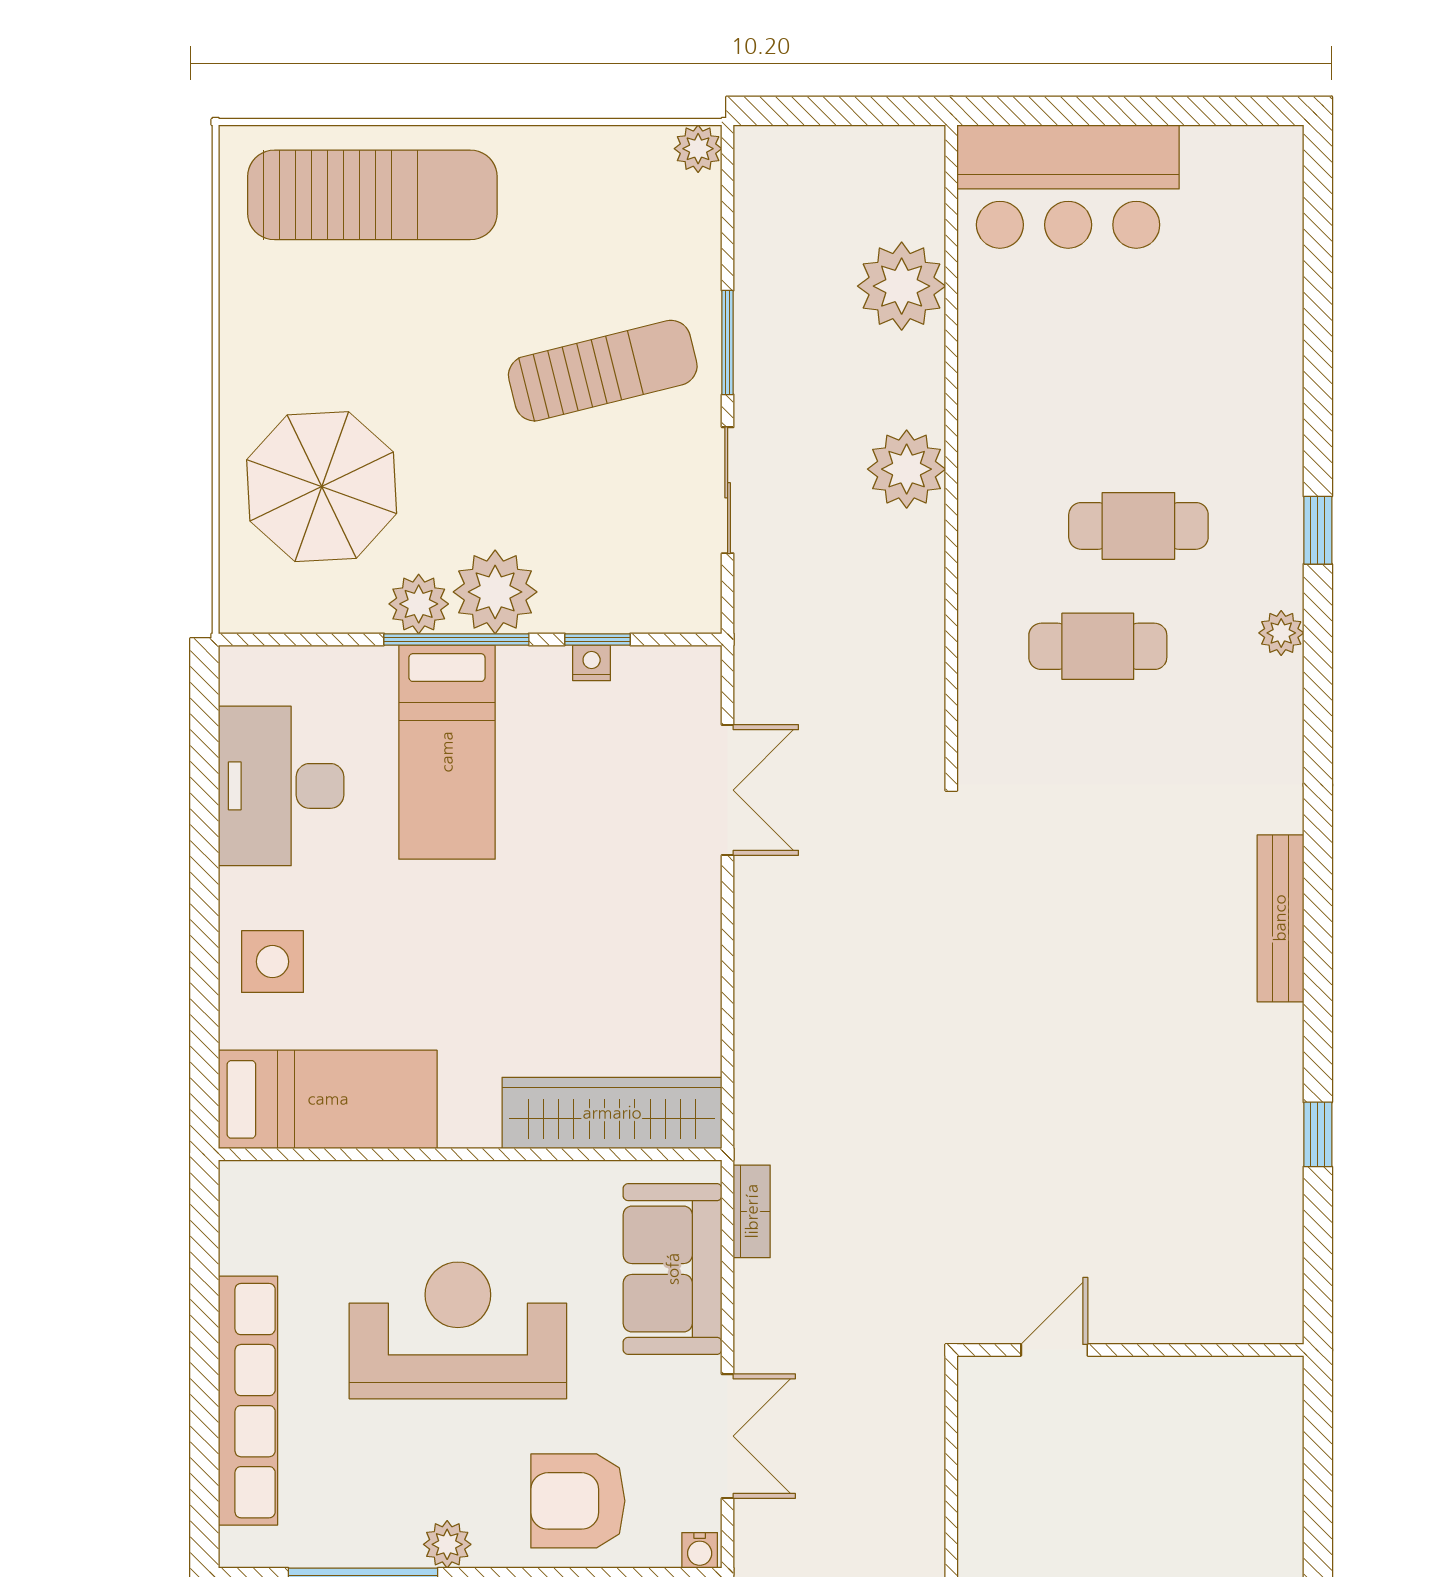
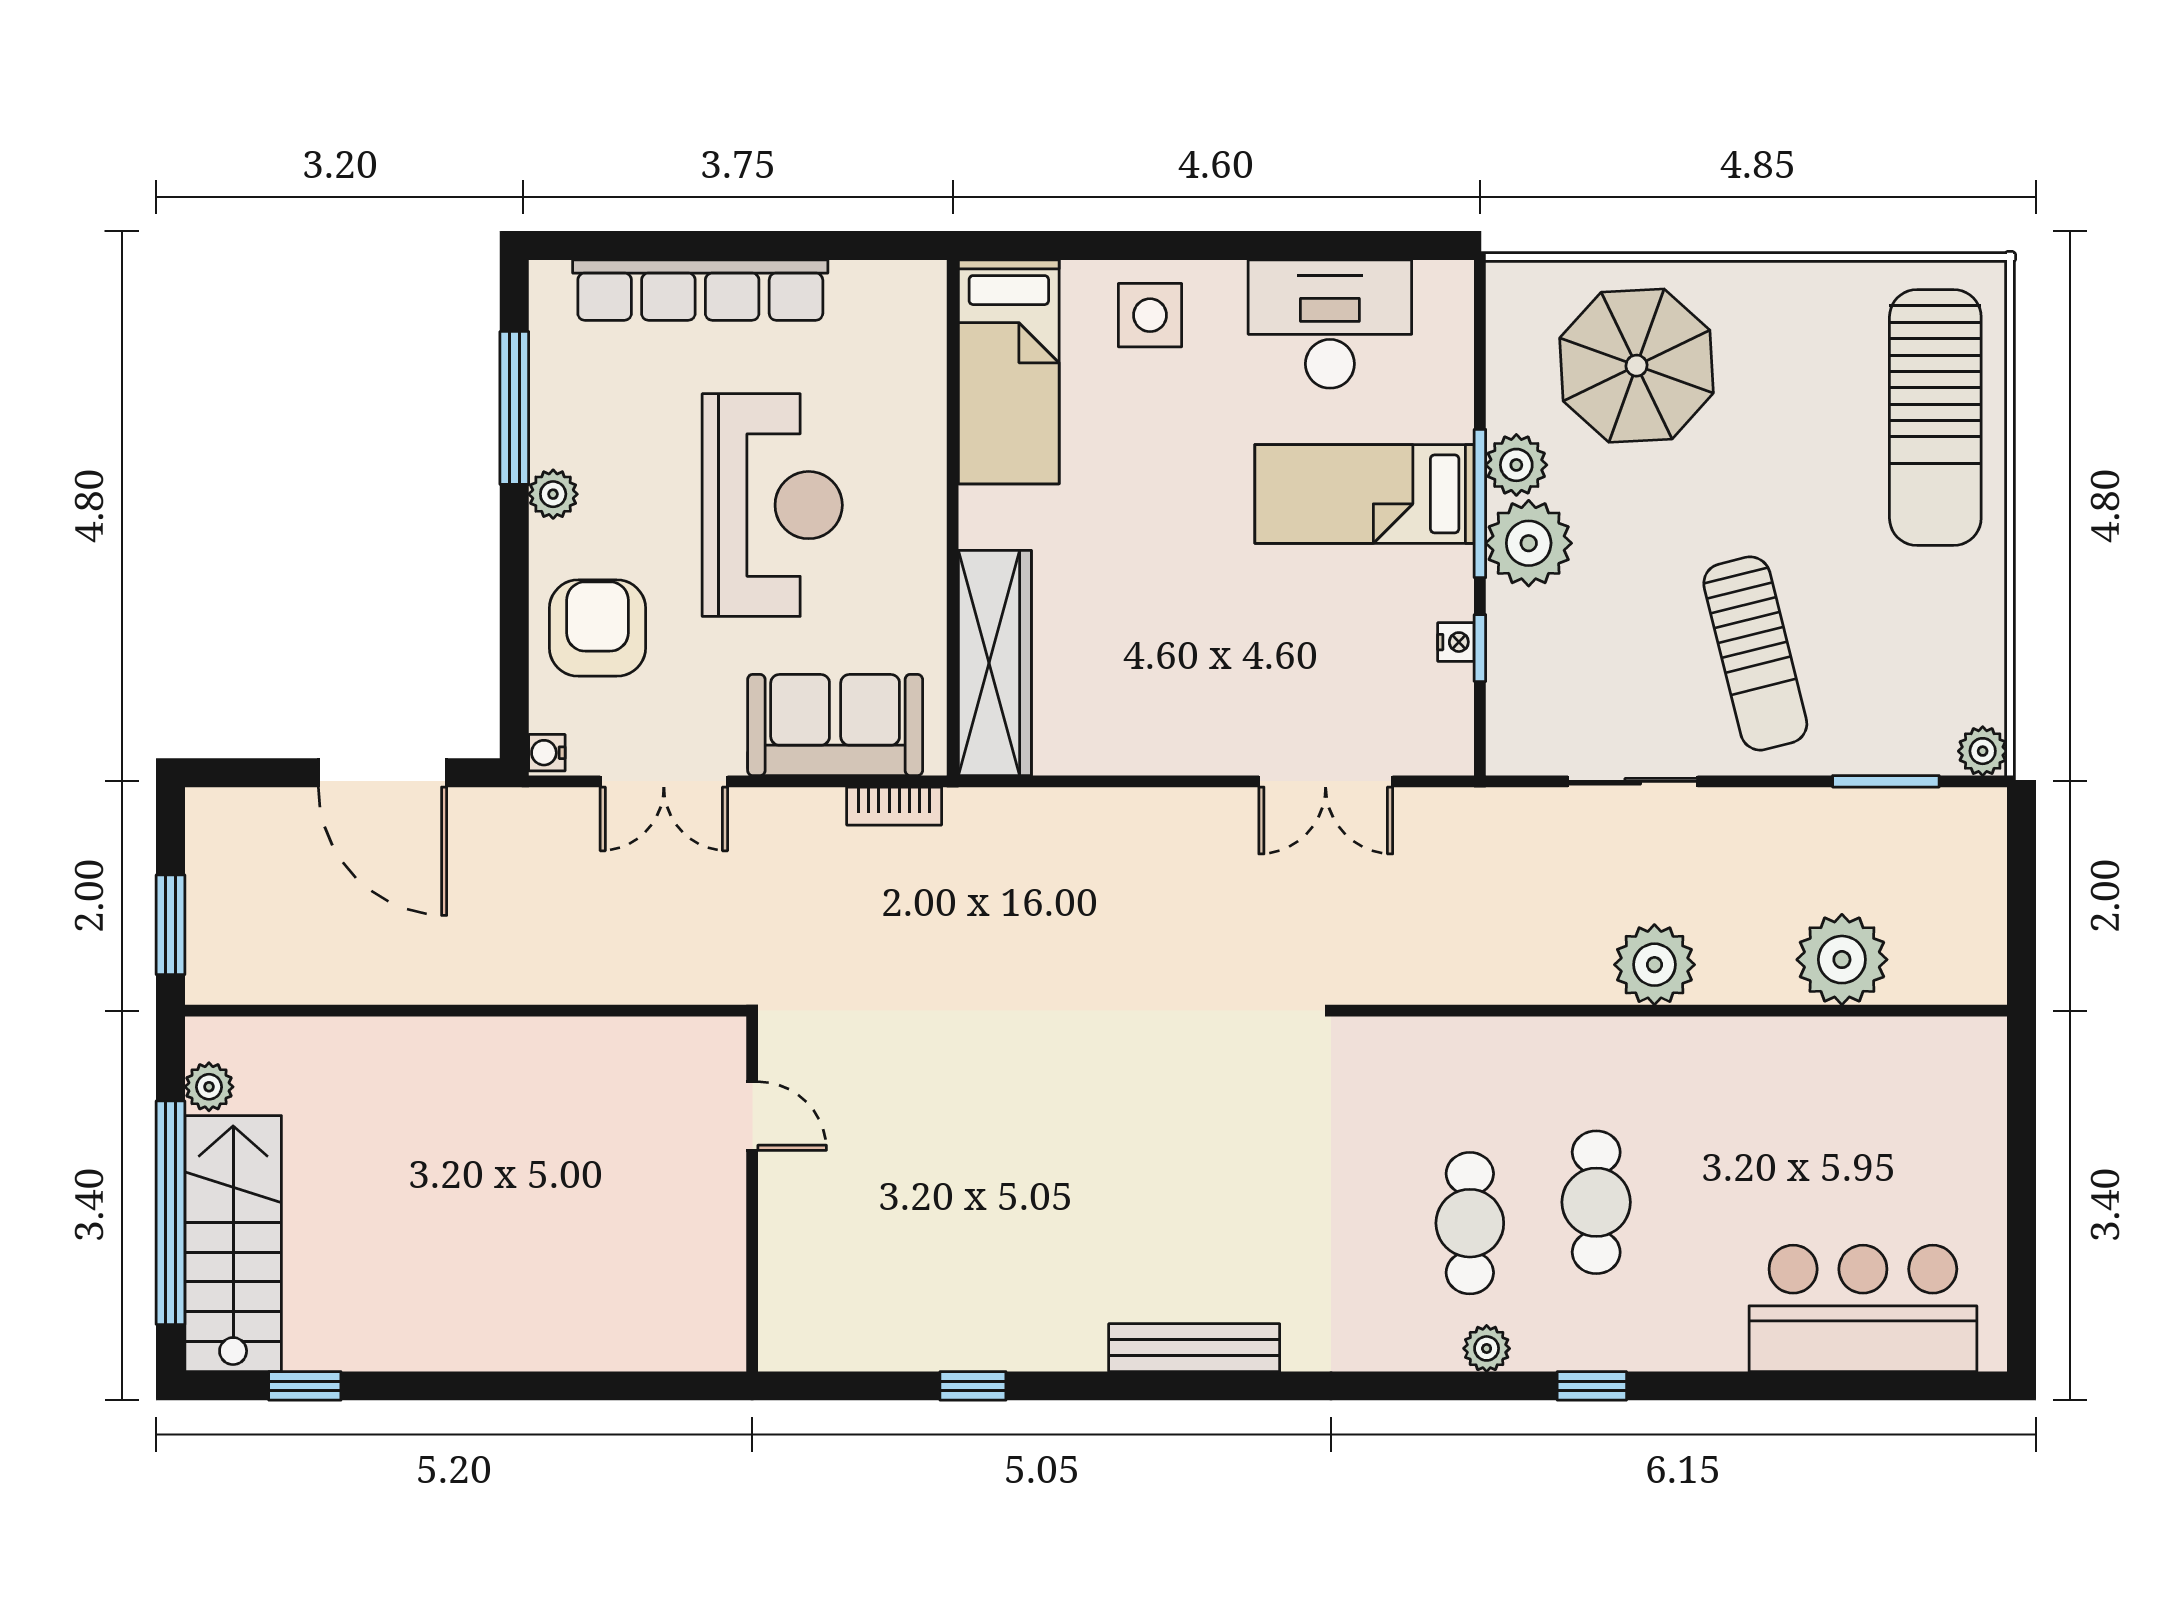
bar counter: (1068, 187) -> (1863, 1308), moved, turned 90
window: (728, 342) -> (1886, 781), moved
cafe table: (1098, 646) -> (1470, 1223), moved

